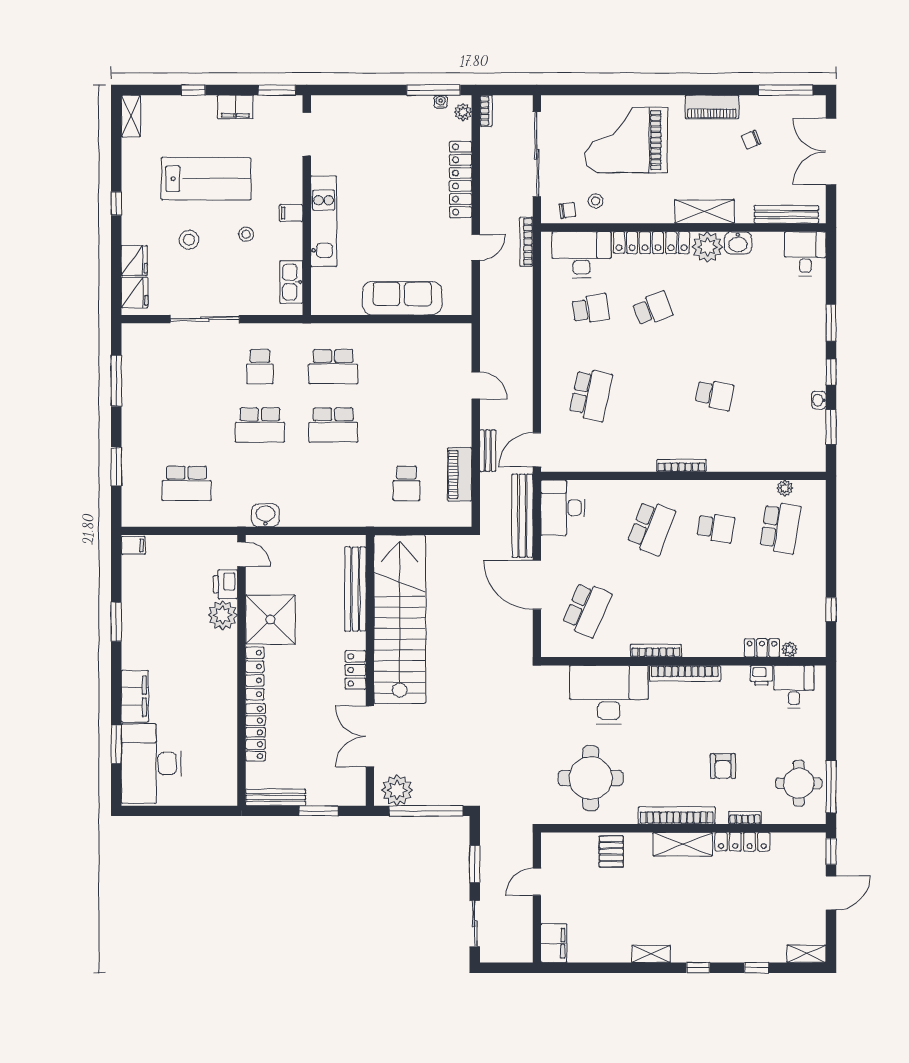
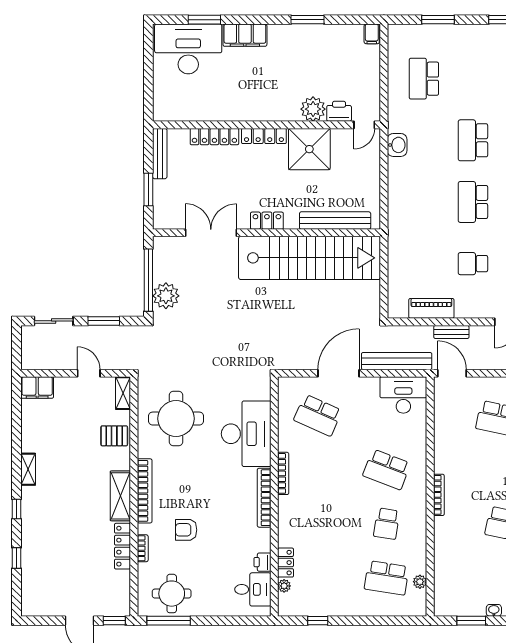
school desk: (407, 483) -> (473, 264), moved
plant: (397, 790) -> (166, 296), moved
shelving: (806, 954) -> (123, 393), moved

